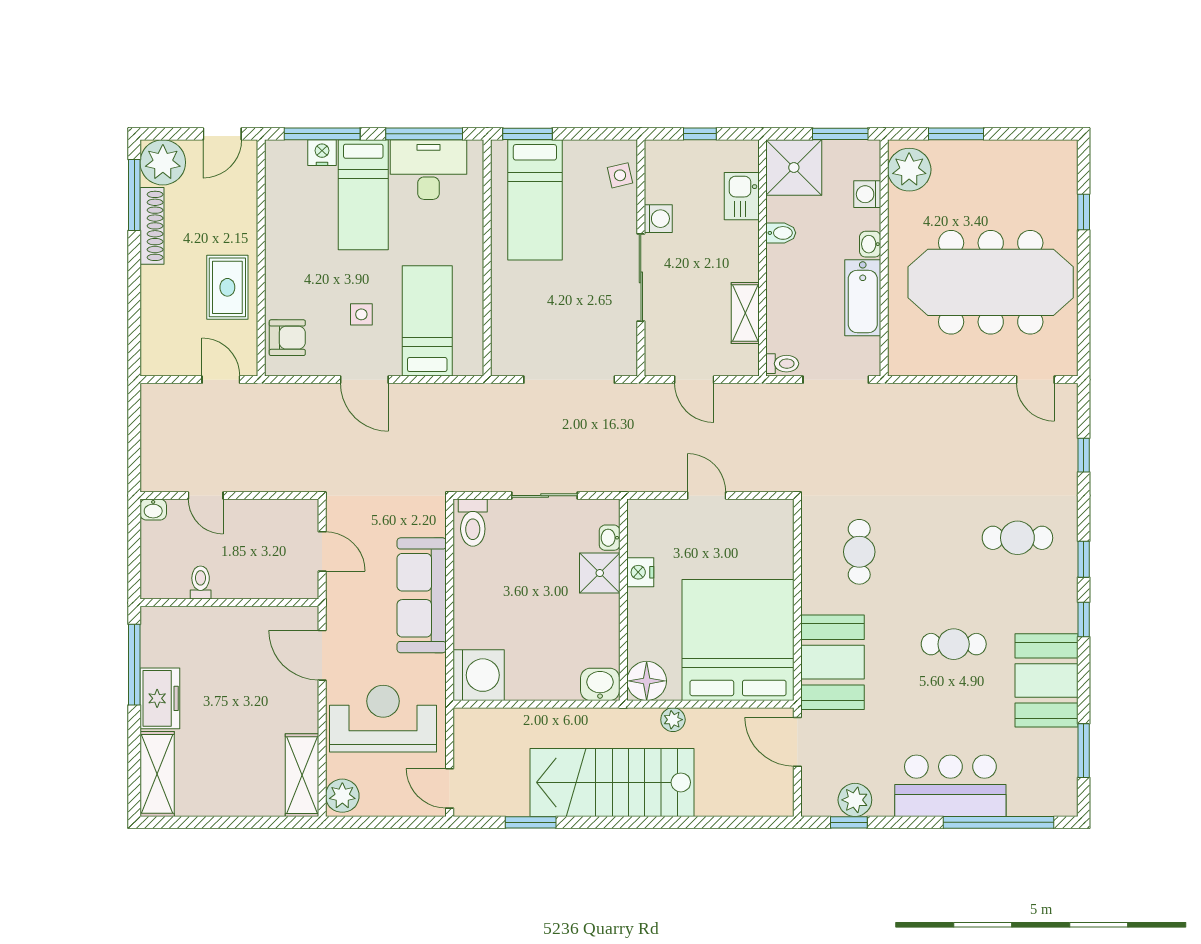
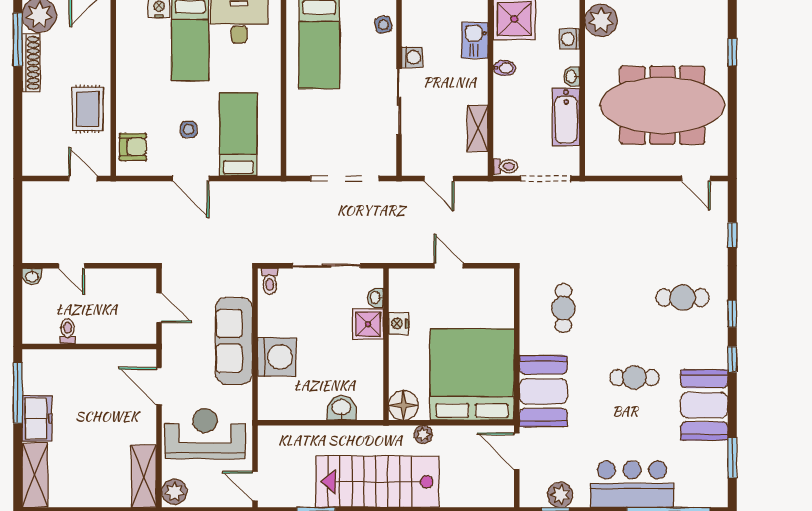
sliding door: (545, 496) -> (327, 266), width x1.37
toilet: (473, 523) -> (270, 281), width x0.73, depth x0.72
washing machine: (479, 675) -> (277, 357), moved
washbasin: (600, 684) -> (341, 408), moved

